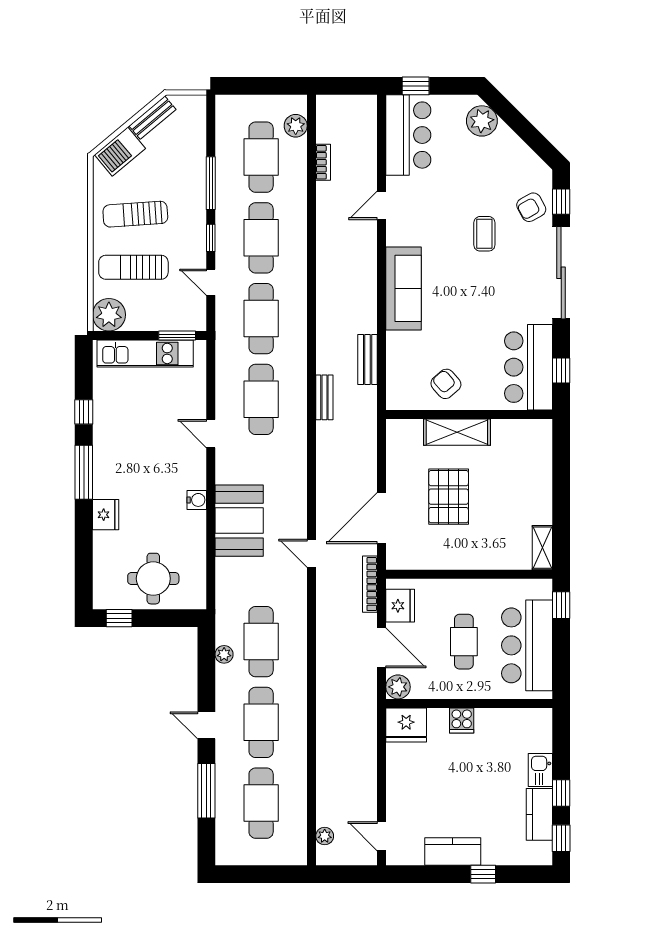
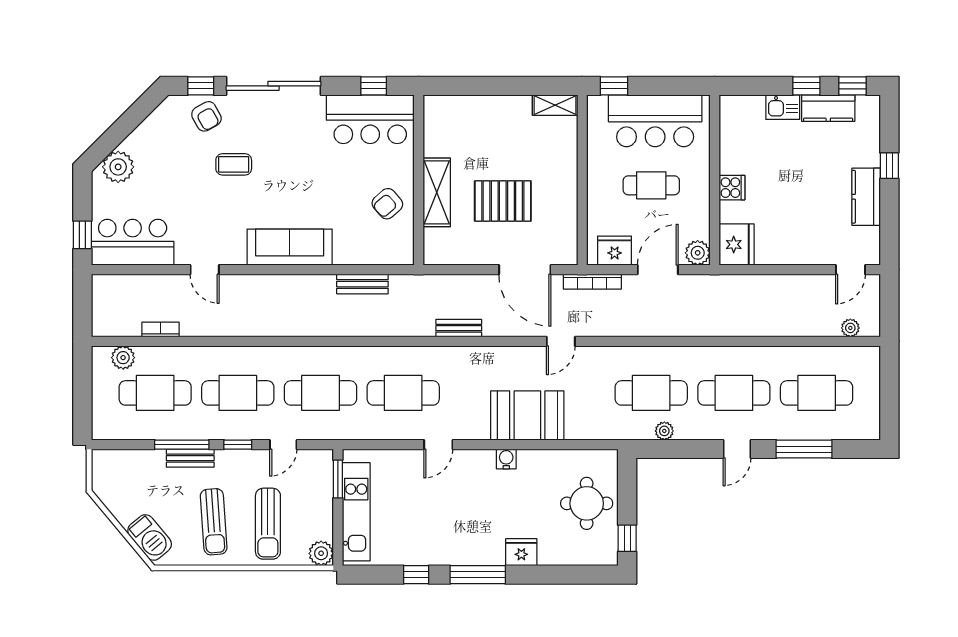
bench: (152, 118) -> (190, 458), moved, turned -50
plant: (109, 315) -> (321, 553), width x0.73, depth x0.73
bench: (324, 397) -> (459, 328), moved

